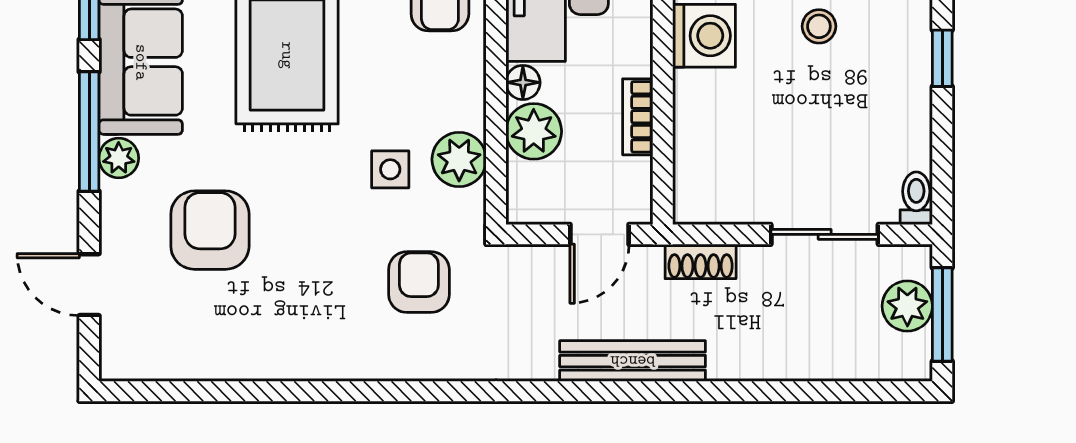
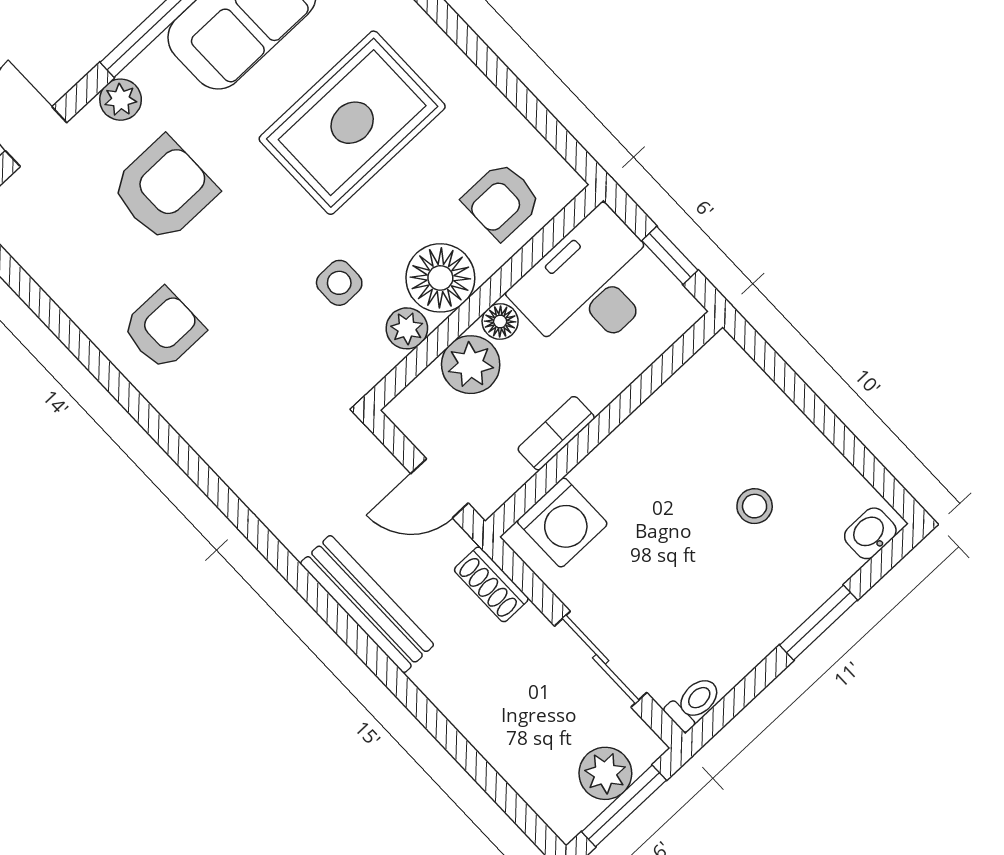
washing machine: (704, 36) -> (562, 523), moved
window: (942, 58) -> (819, 623), width x1.50
floor lamp: (453, 96) -> (440, 278), added
plant: (119, 158) -> (121, 100), moved
plant: (459, 159) -> (407, 328), width x0.73, depth x0.73
armchair: (419, 282) -> (163, 329), moved

